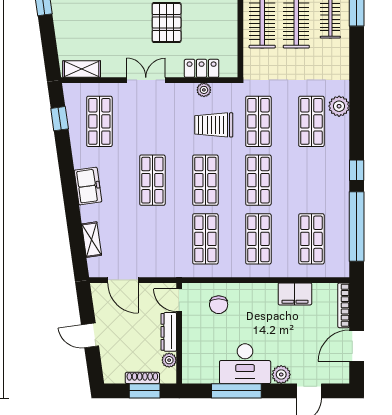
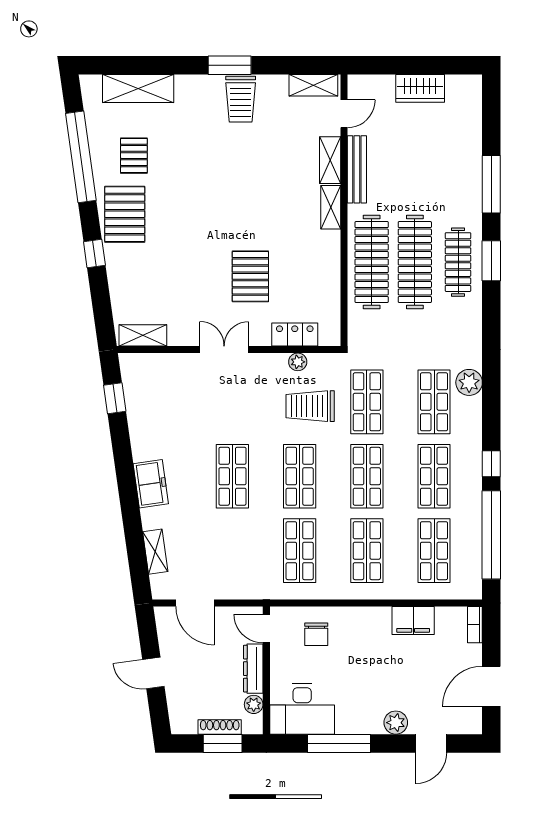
shop shelf: (99, 121) -> (434, 476), moved
bookcase: (344, 305) -> (475, 625), width x0.64
desk: (245, 364) -> (302, 709), moved

